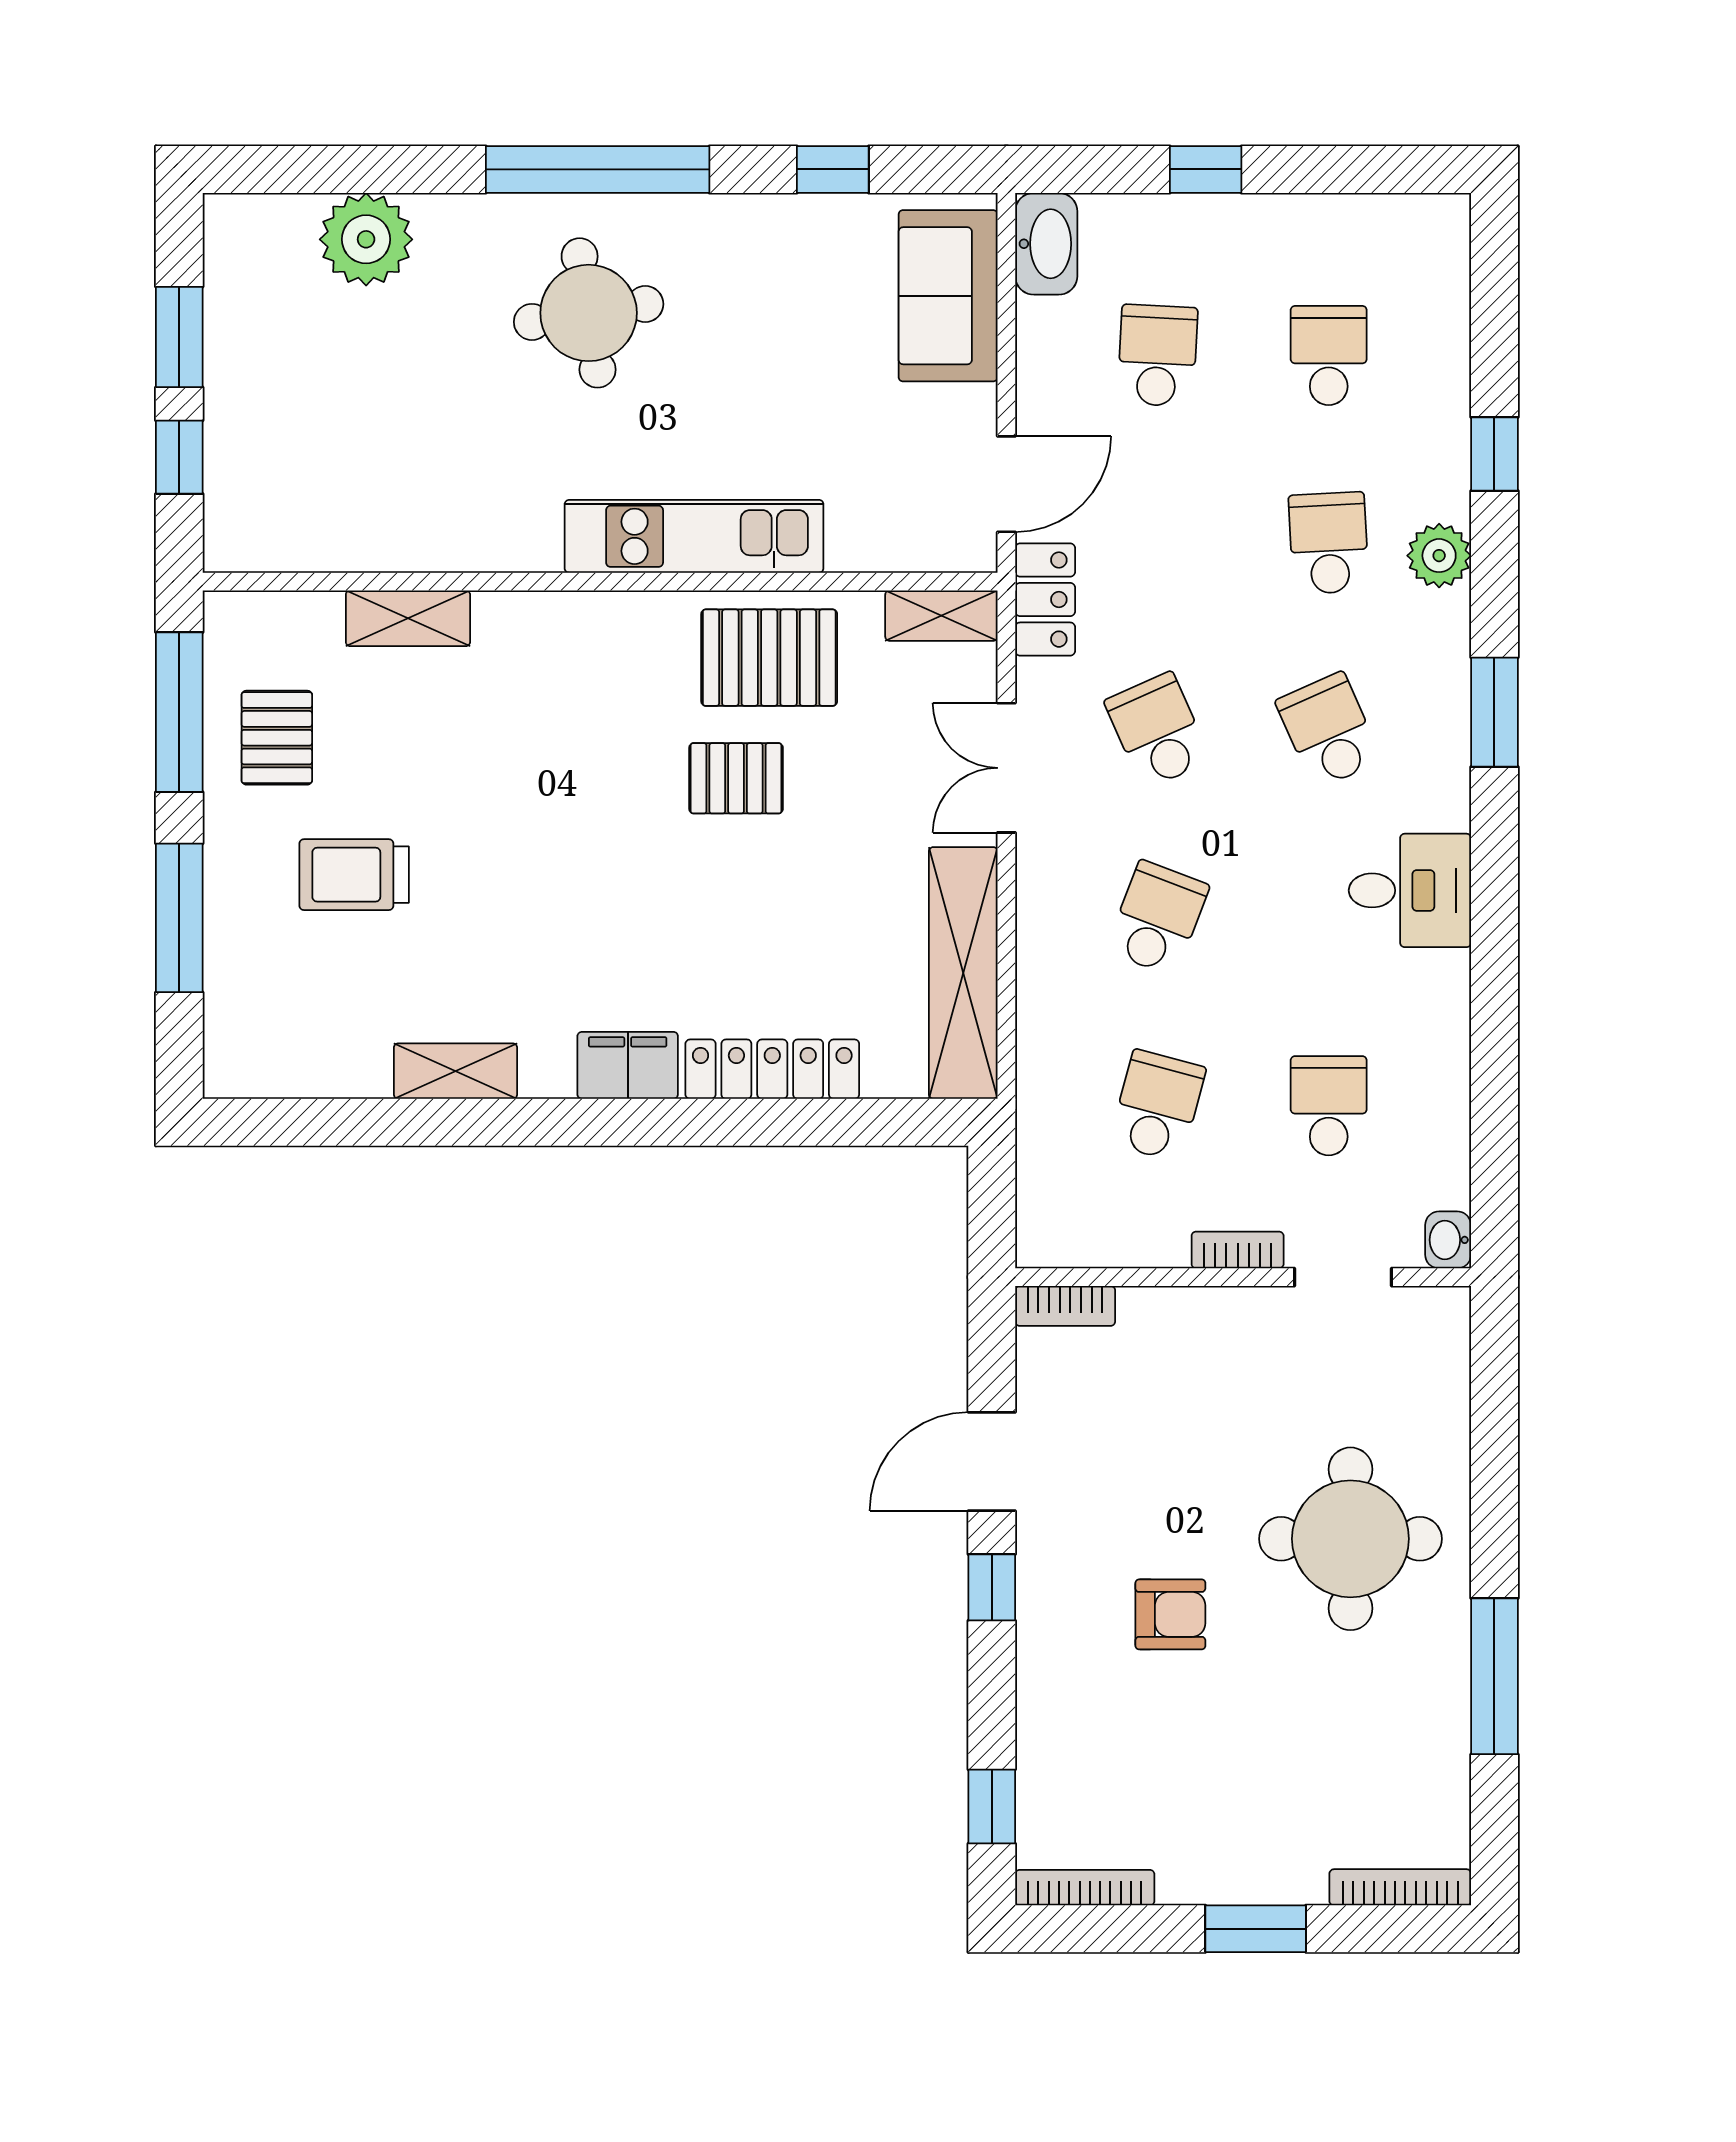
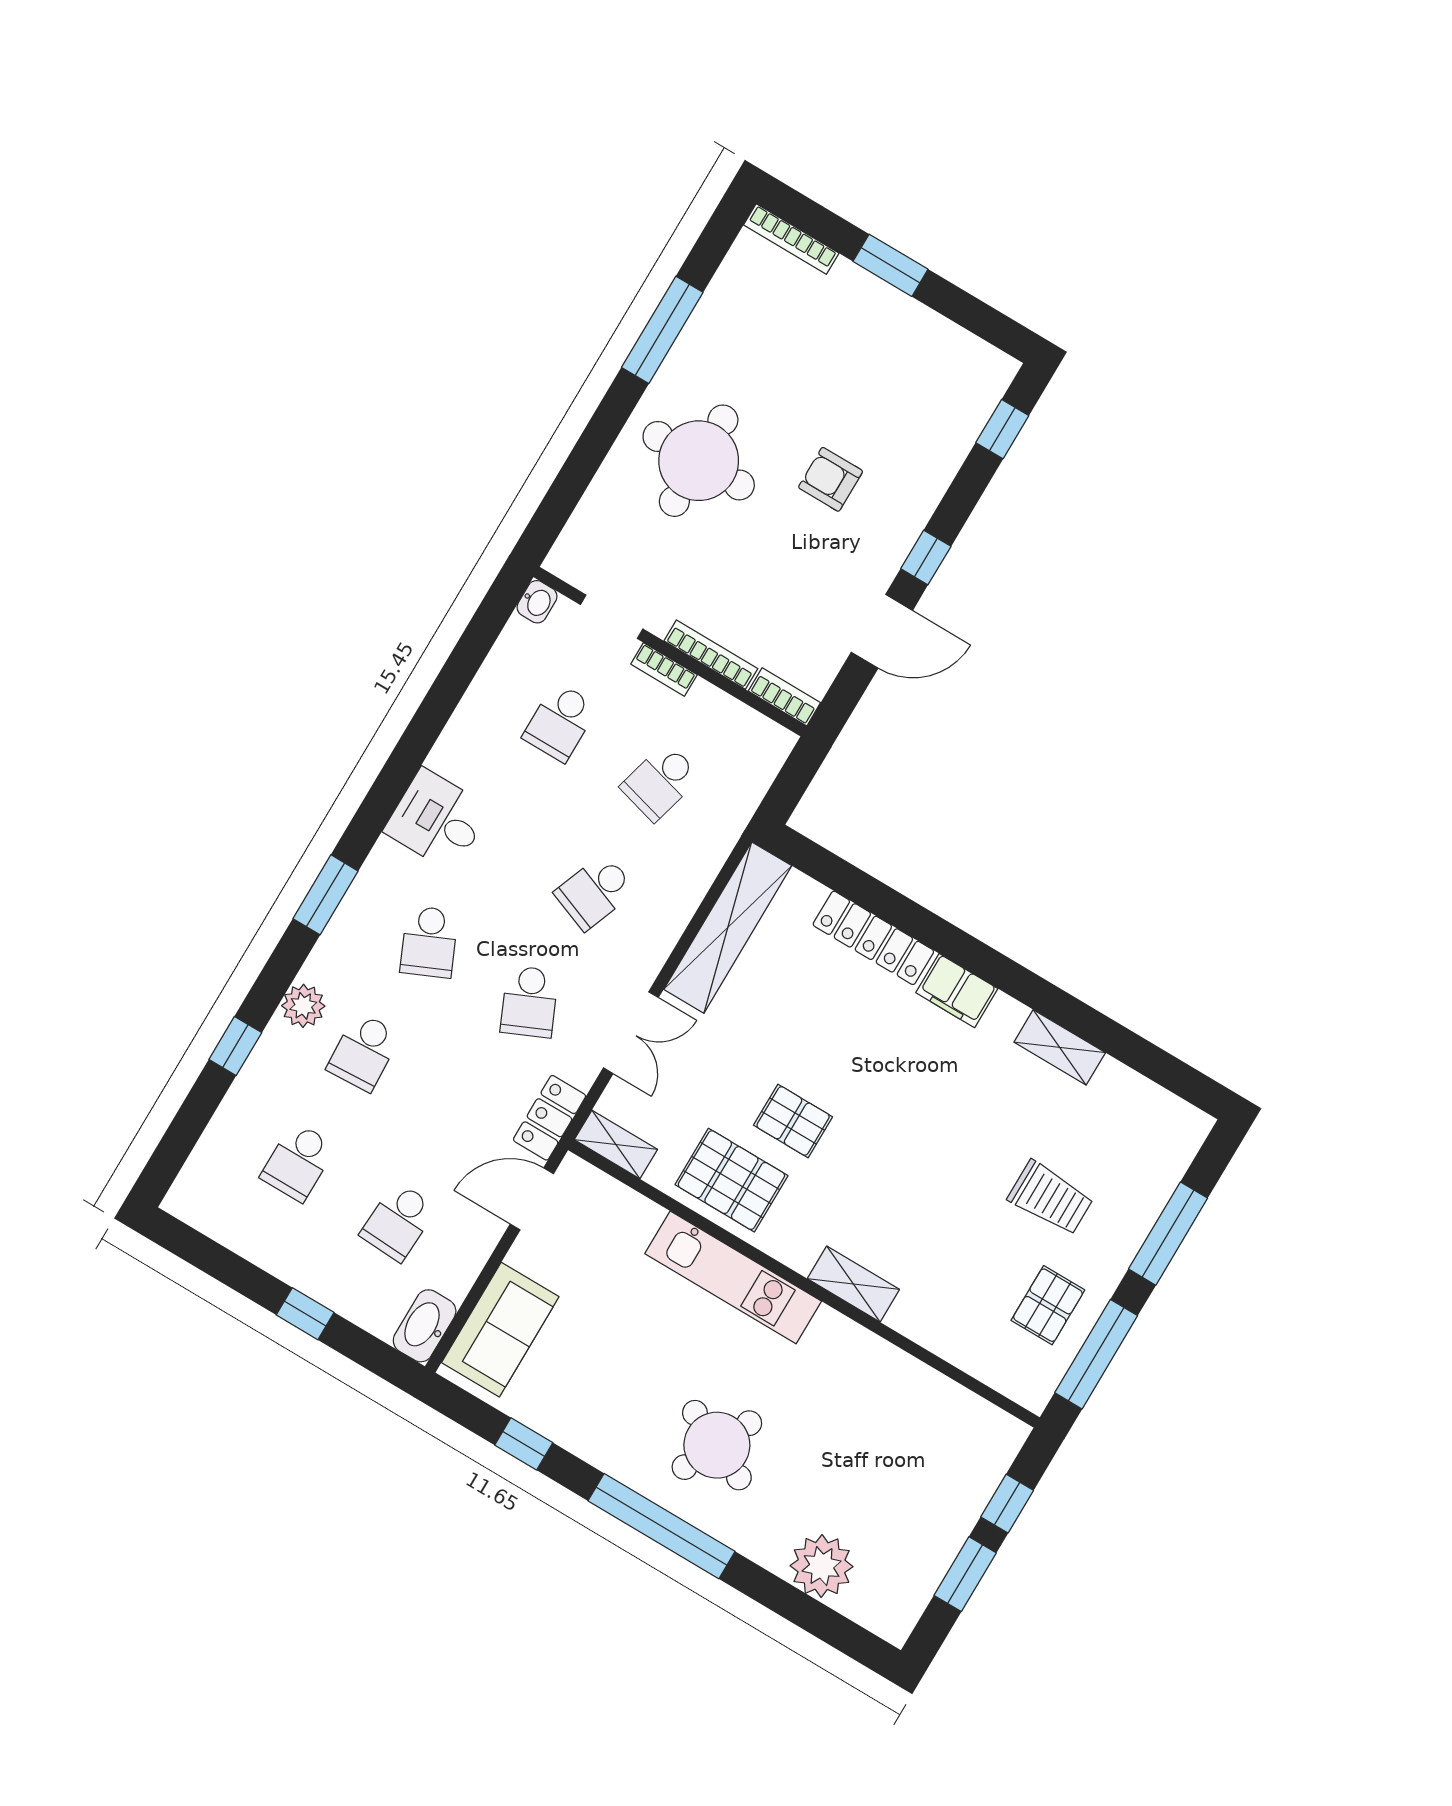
round table: (589, 313) -> (717, 1445), turned 34
shelving: (408, 618) -> (853, 1284), moved
bookcase: (1085, 1888) -> (711, 655), moved, turned 180

